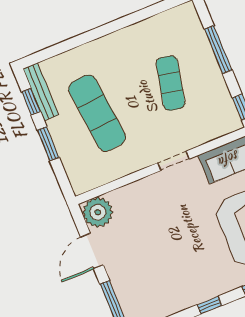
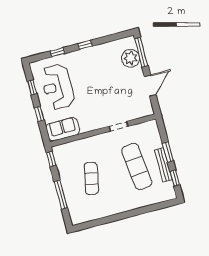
bench: (41, 92) -> (163, 165), moved
doorway: (173, 161) -> (119, 126), moved
plant: (98, 212) -> (131, 58), moved

